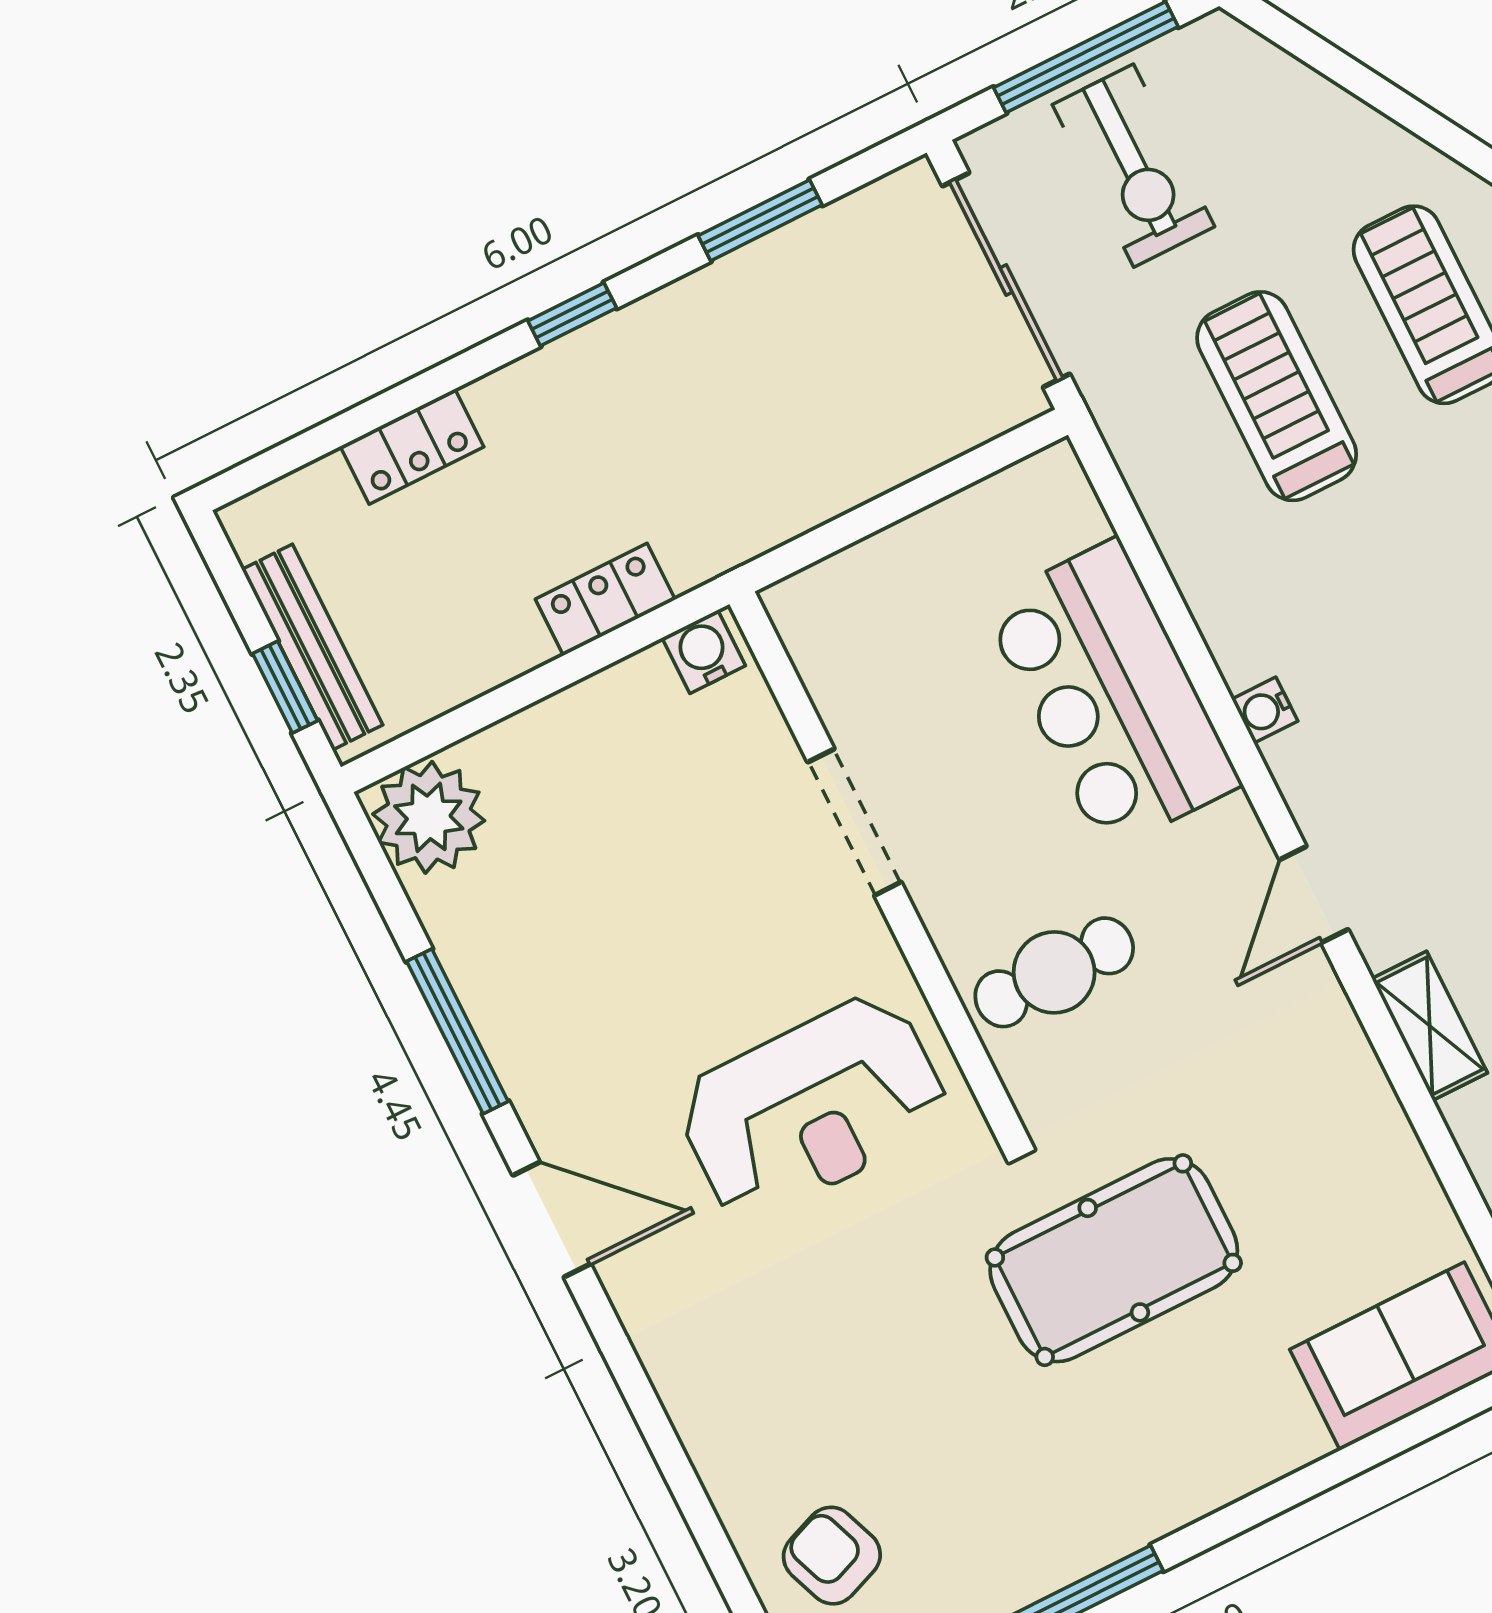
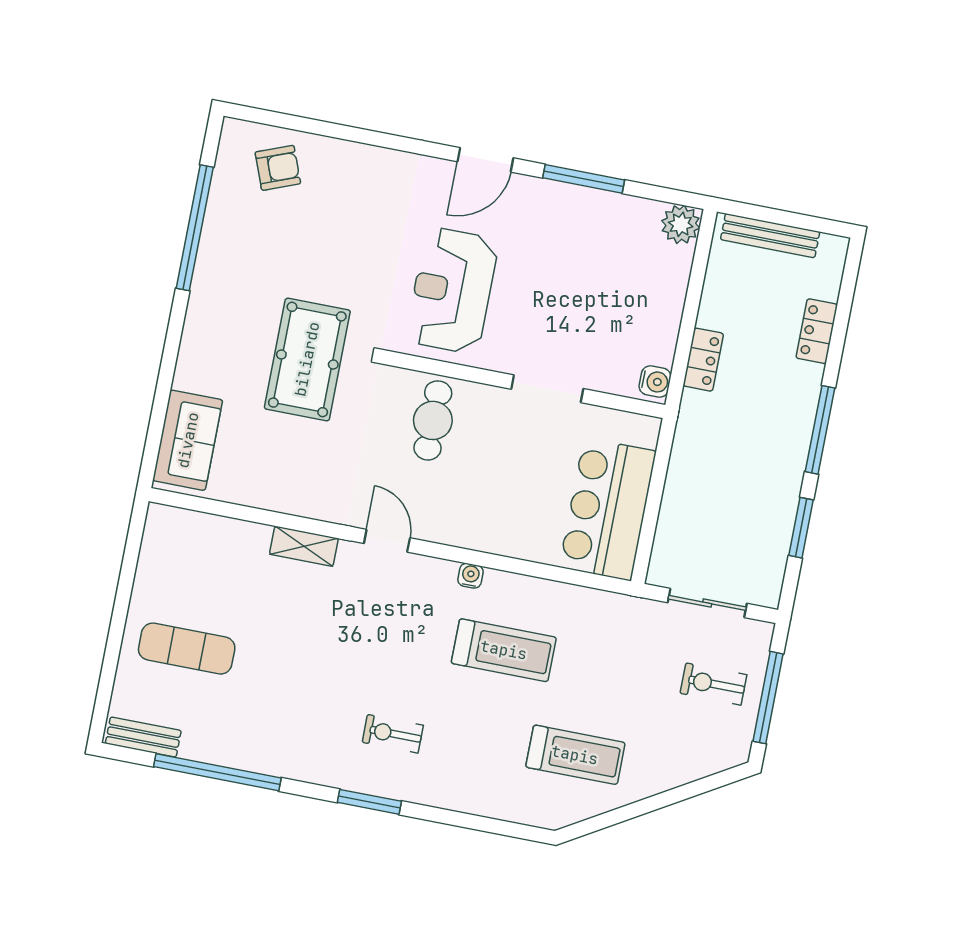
exercise bike: (1133, 166) -> (713, 684), width x0.73, depth x0.72
sliding door: (1006, 280) -> (707, 603), width x0.73
window: (572, 314) -> (820, 430), width x2.17
treadmill: (1277, 396) -> (504, 650), moved
window: (285, 687) -> (763, 214), removed
bar counter: (1111, 695) -> (608, 509), moved, turned -90
plant: (429, 817) -> (681, 224), width x0.73, depth x0.73

